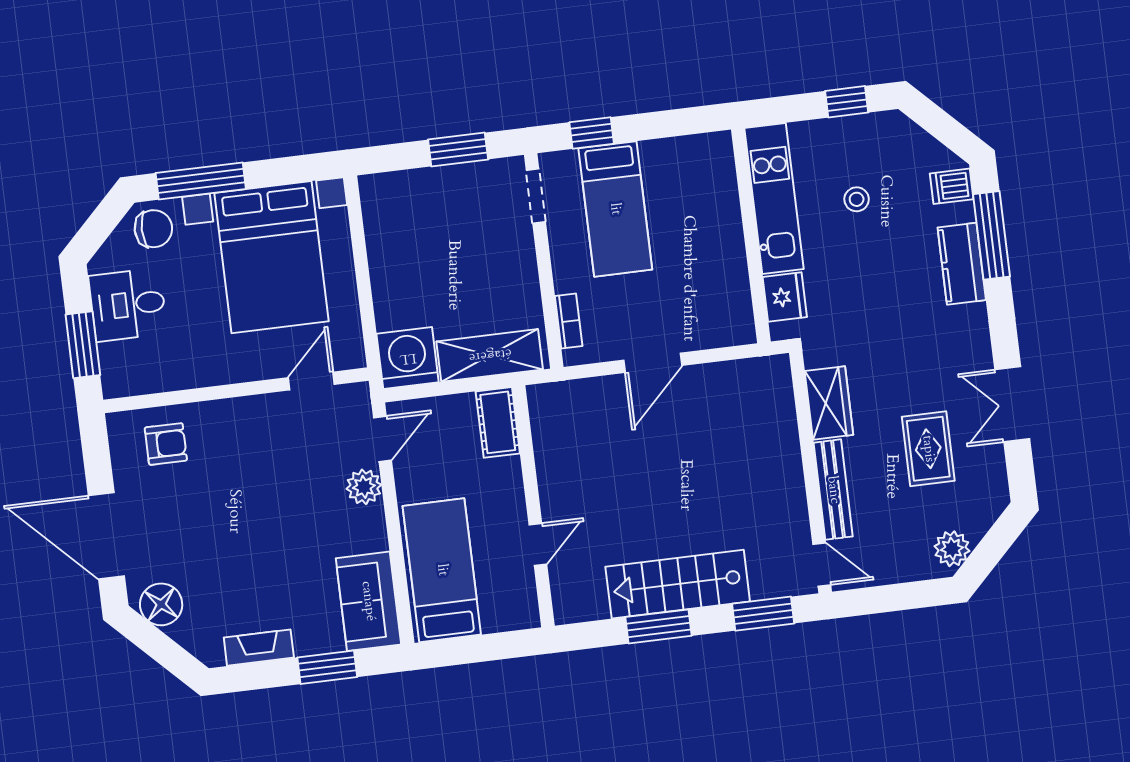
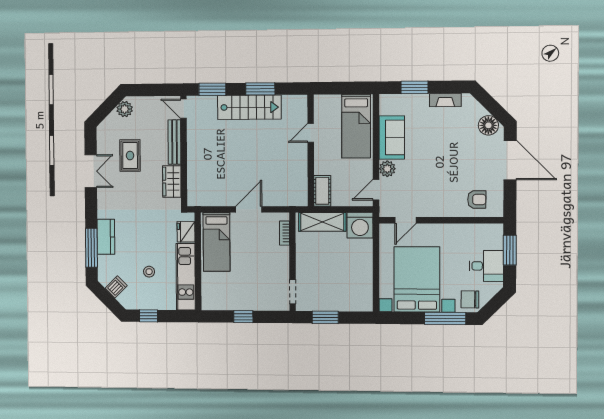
window: (592, 133) -> (243, 317), moved
dishwasher: (952, 186) -> (116, 287), moved, turned -45
bed: (615, 209) -> (217, 242), moved, turned 180
armchair: (166, 444) -> (477, 200), turned 180
sofa: (368, 601) -> (392, 138), moved

